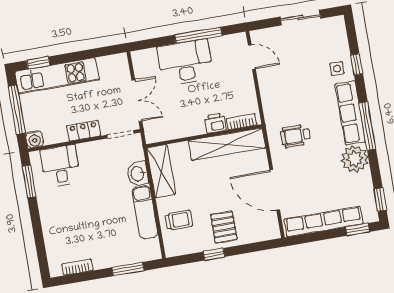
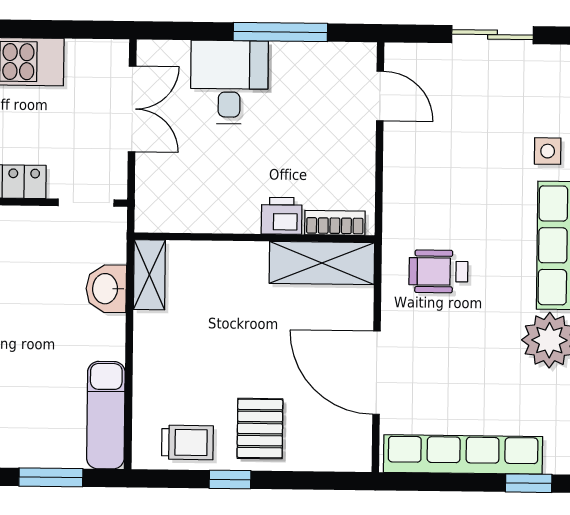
desk: (185, 63) -> (229, 82), width x0.73
double door: (137, 101) -> (132, 109), moved
shelving: (227, 144) -> (322, 263), width x0.68
shelving: (161, 171) -> (149, 275), width x0.67, depth x0.75
exam couch: (145, 212) -> (106, 415), moved
trolley: (179, 220) -> (187, 442), moved

